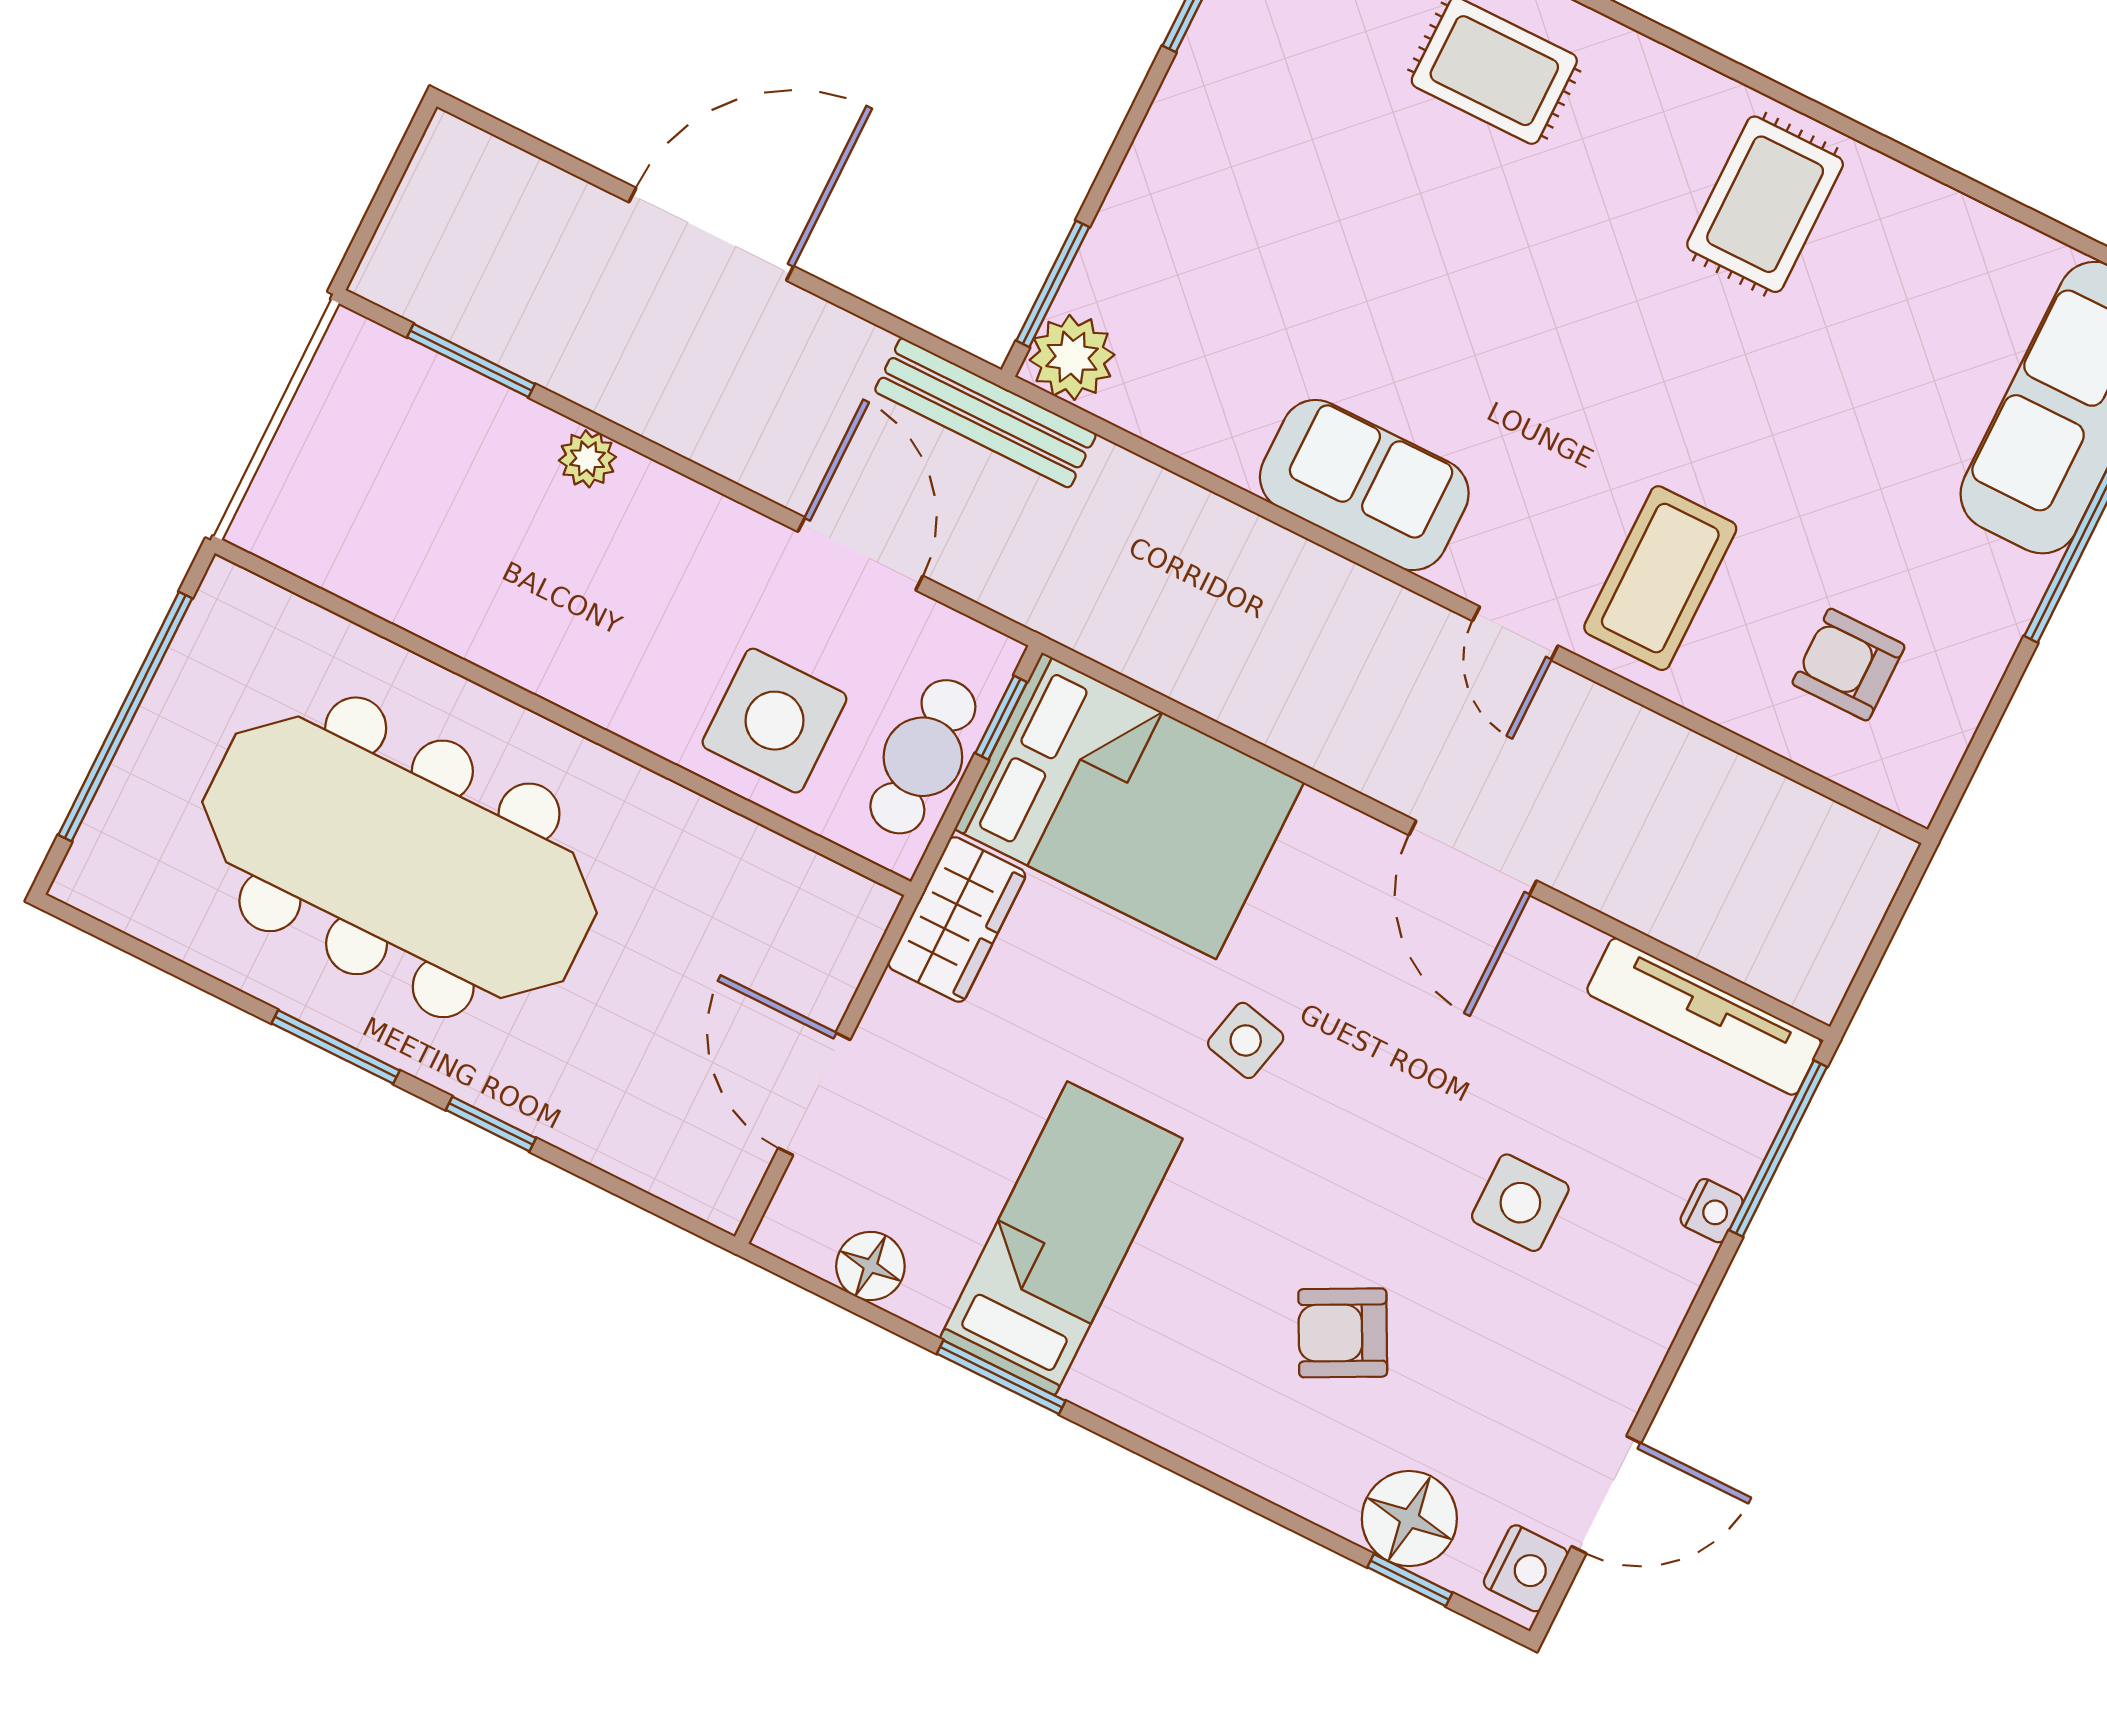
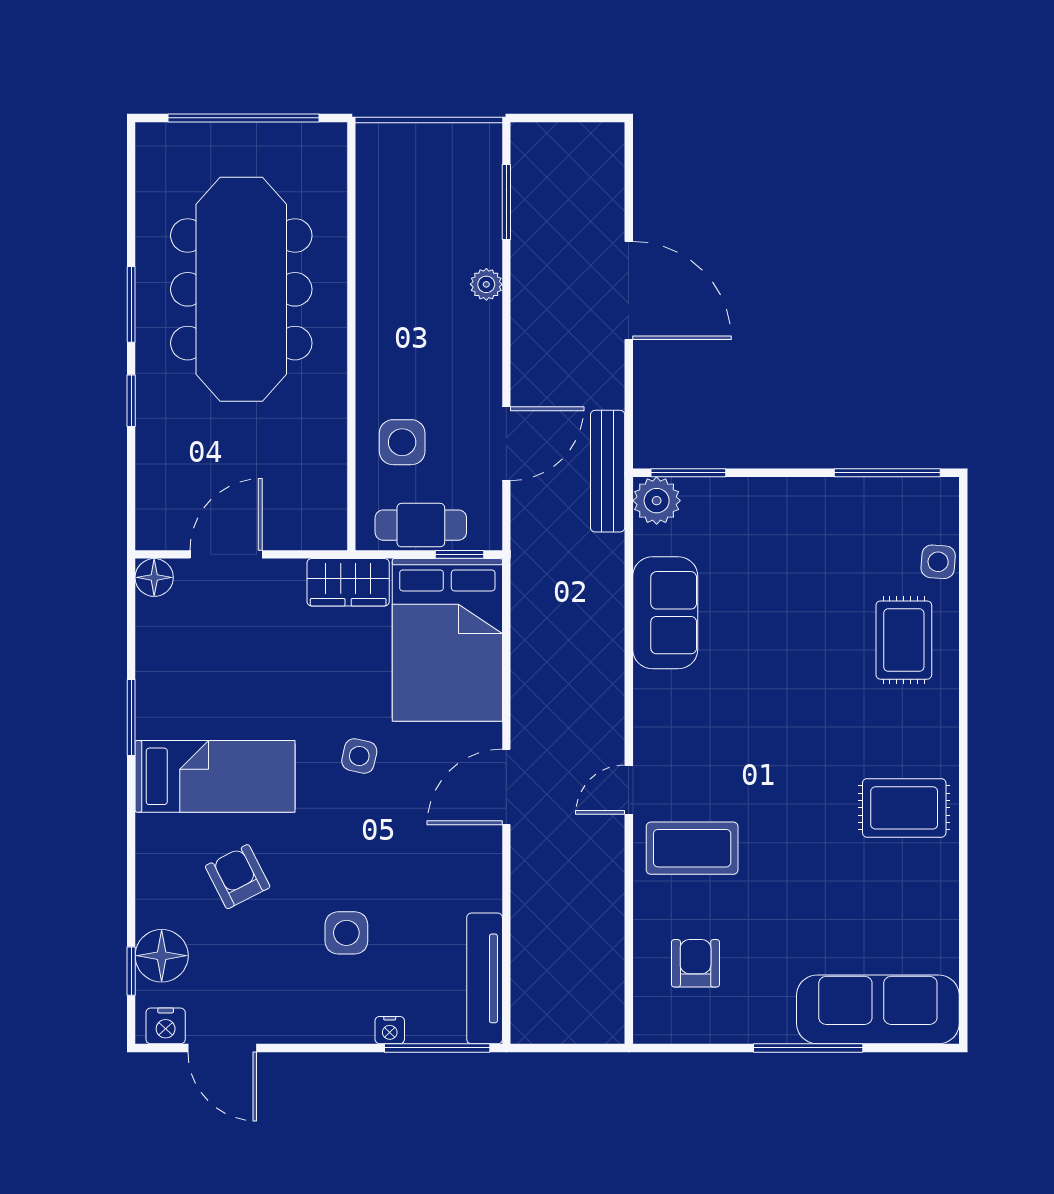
sofa: (1364, 485) -> (665, 613), moved
side table: (774, 721) -> (402, 442), width x0.73, depth x0.73
door: (1473, 858) -> (506, 787), moved
bed: (1061, 1238) -> (215, 776), moved
floor lamp: (870, 1266) -> (154, 577), moved

